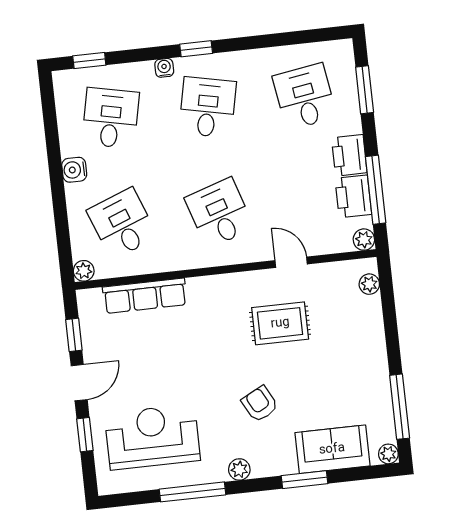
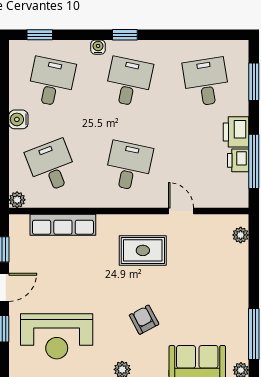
printer: (353, 196) -> (238, 160), width x0.73, depth x0.81
desk: (219, 213) -> (129, 166), turned 30
plant: (364, 240) -> (240, 199), removed
rug: (280, 323) -> (143, 250), moved
reception desk: (152, 437) -> (57, 336), turned 180

